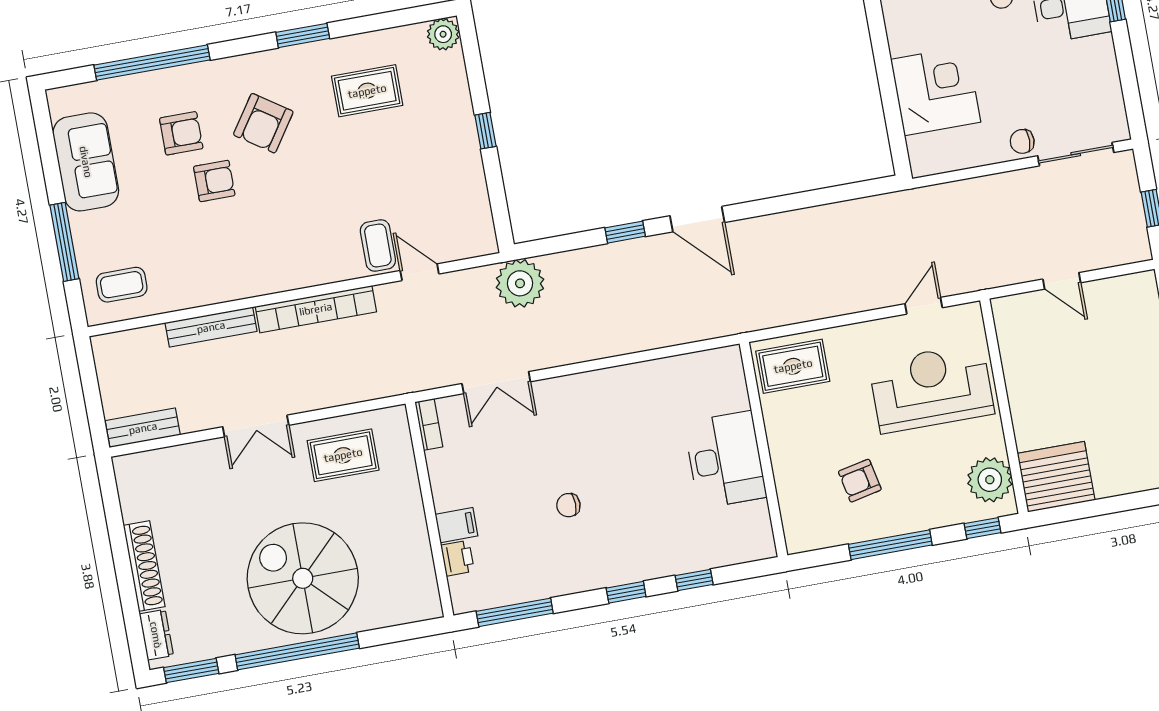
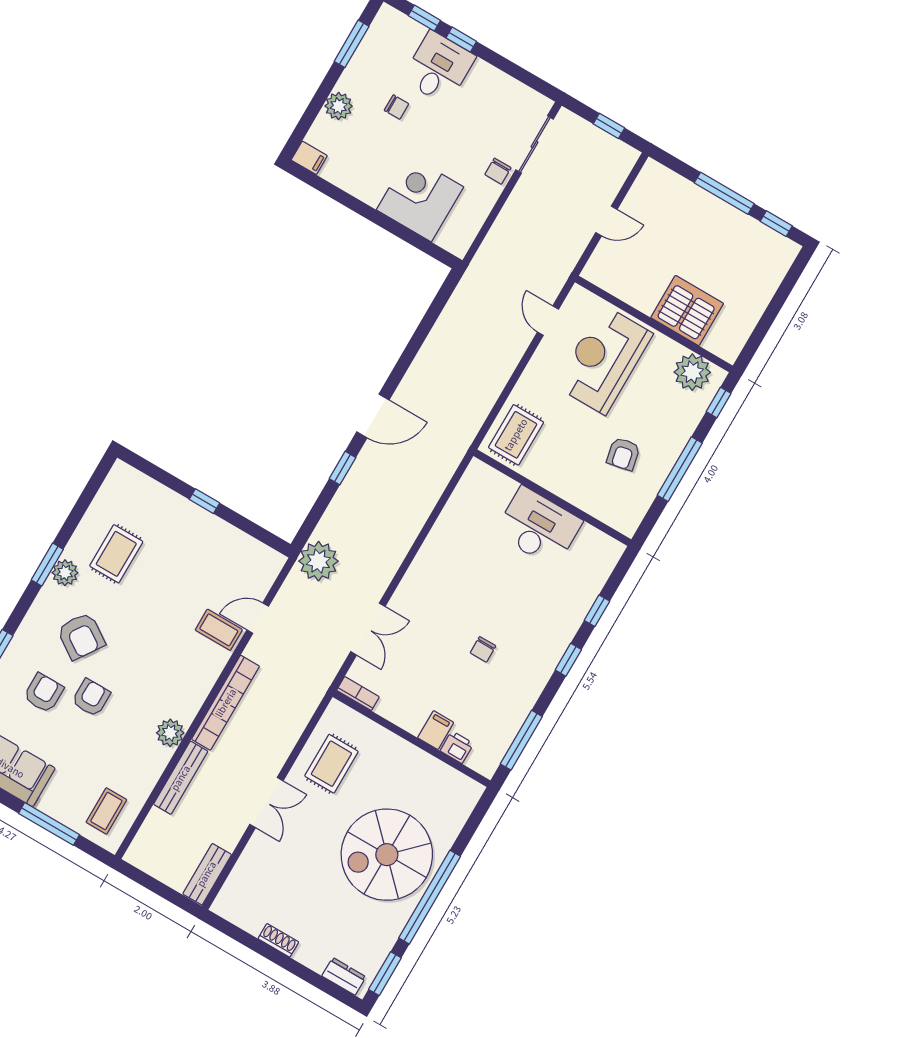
plant: (443, 34) -> (65, 573), moved
plant: (244, 282) -> (170, 733), added
server rack: (1056, 477) -> (687, 311), moved, turned 90
shoe rack: (144, 566) -> (278, 940), width x0.51, depth x0.81

